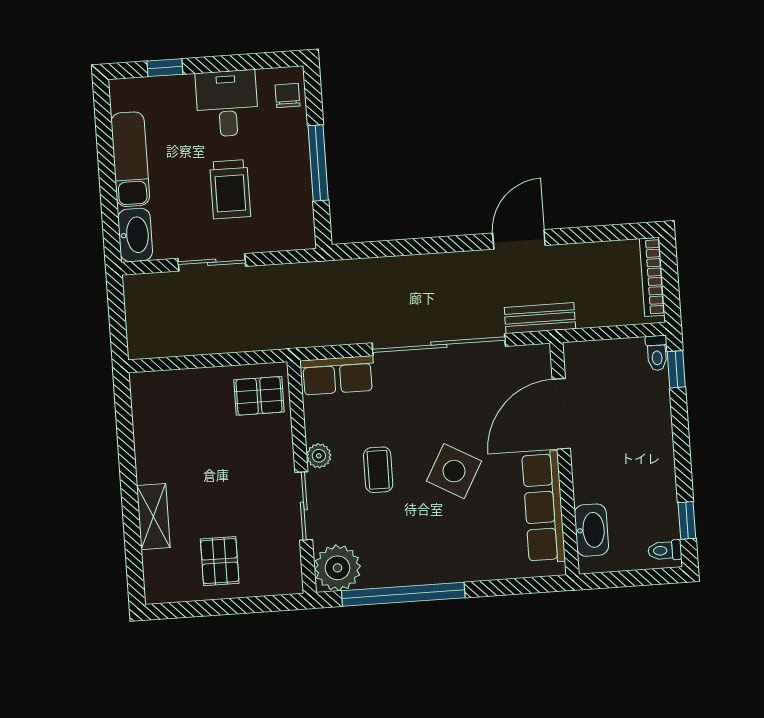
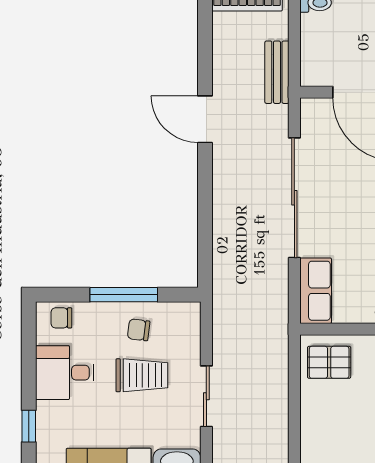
chair: (280, 182) -> (139, 330), added
bench: (540, 318) -> (277, 72), moved
pallet: (259, 396) -> (329, 362), turned 90

